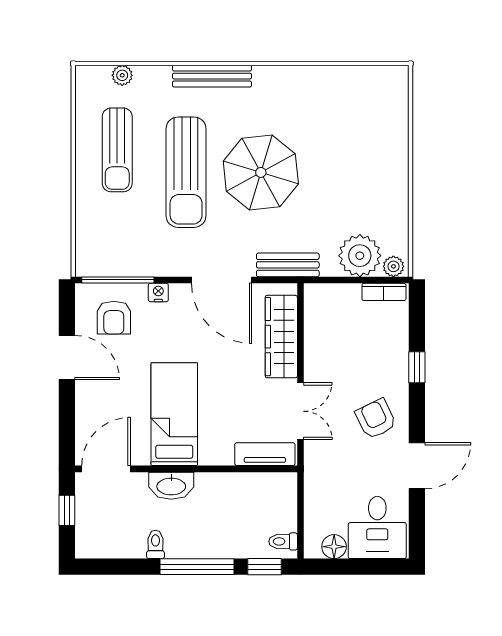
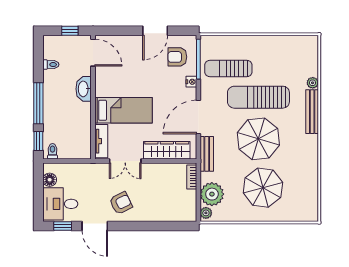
plant: (122, 75) -> (313, 83), moved
sun lounger: (117, 150) -> (228, 68), moved
parasol: (348, 164) -> (263, 188), added
bookcase: (384, 292) -> (192, 177), moved
window: (417, 367) -> (63, 226), moved
bed: (174, 414) -> (124, 110), moved
toilet: (155, 544) -> (51, 65), moved

